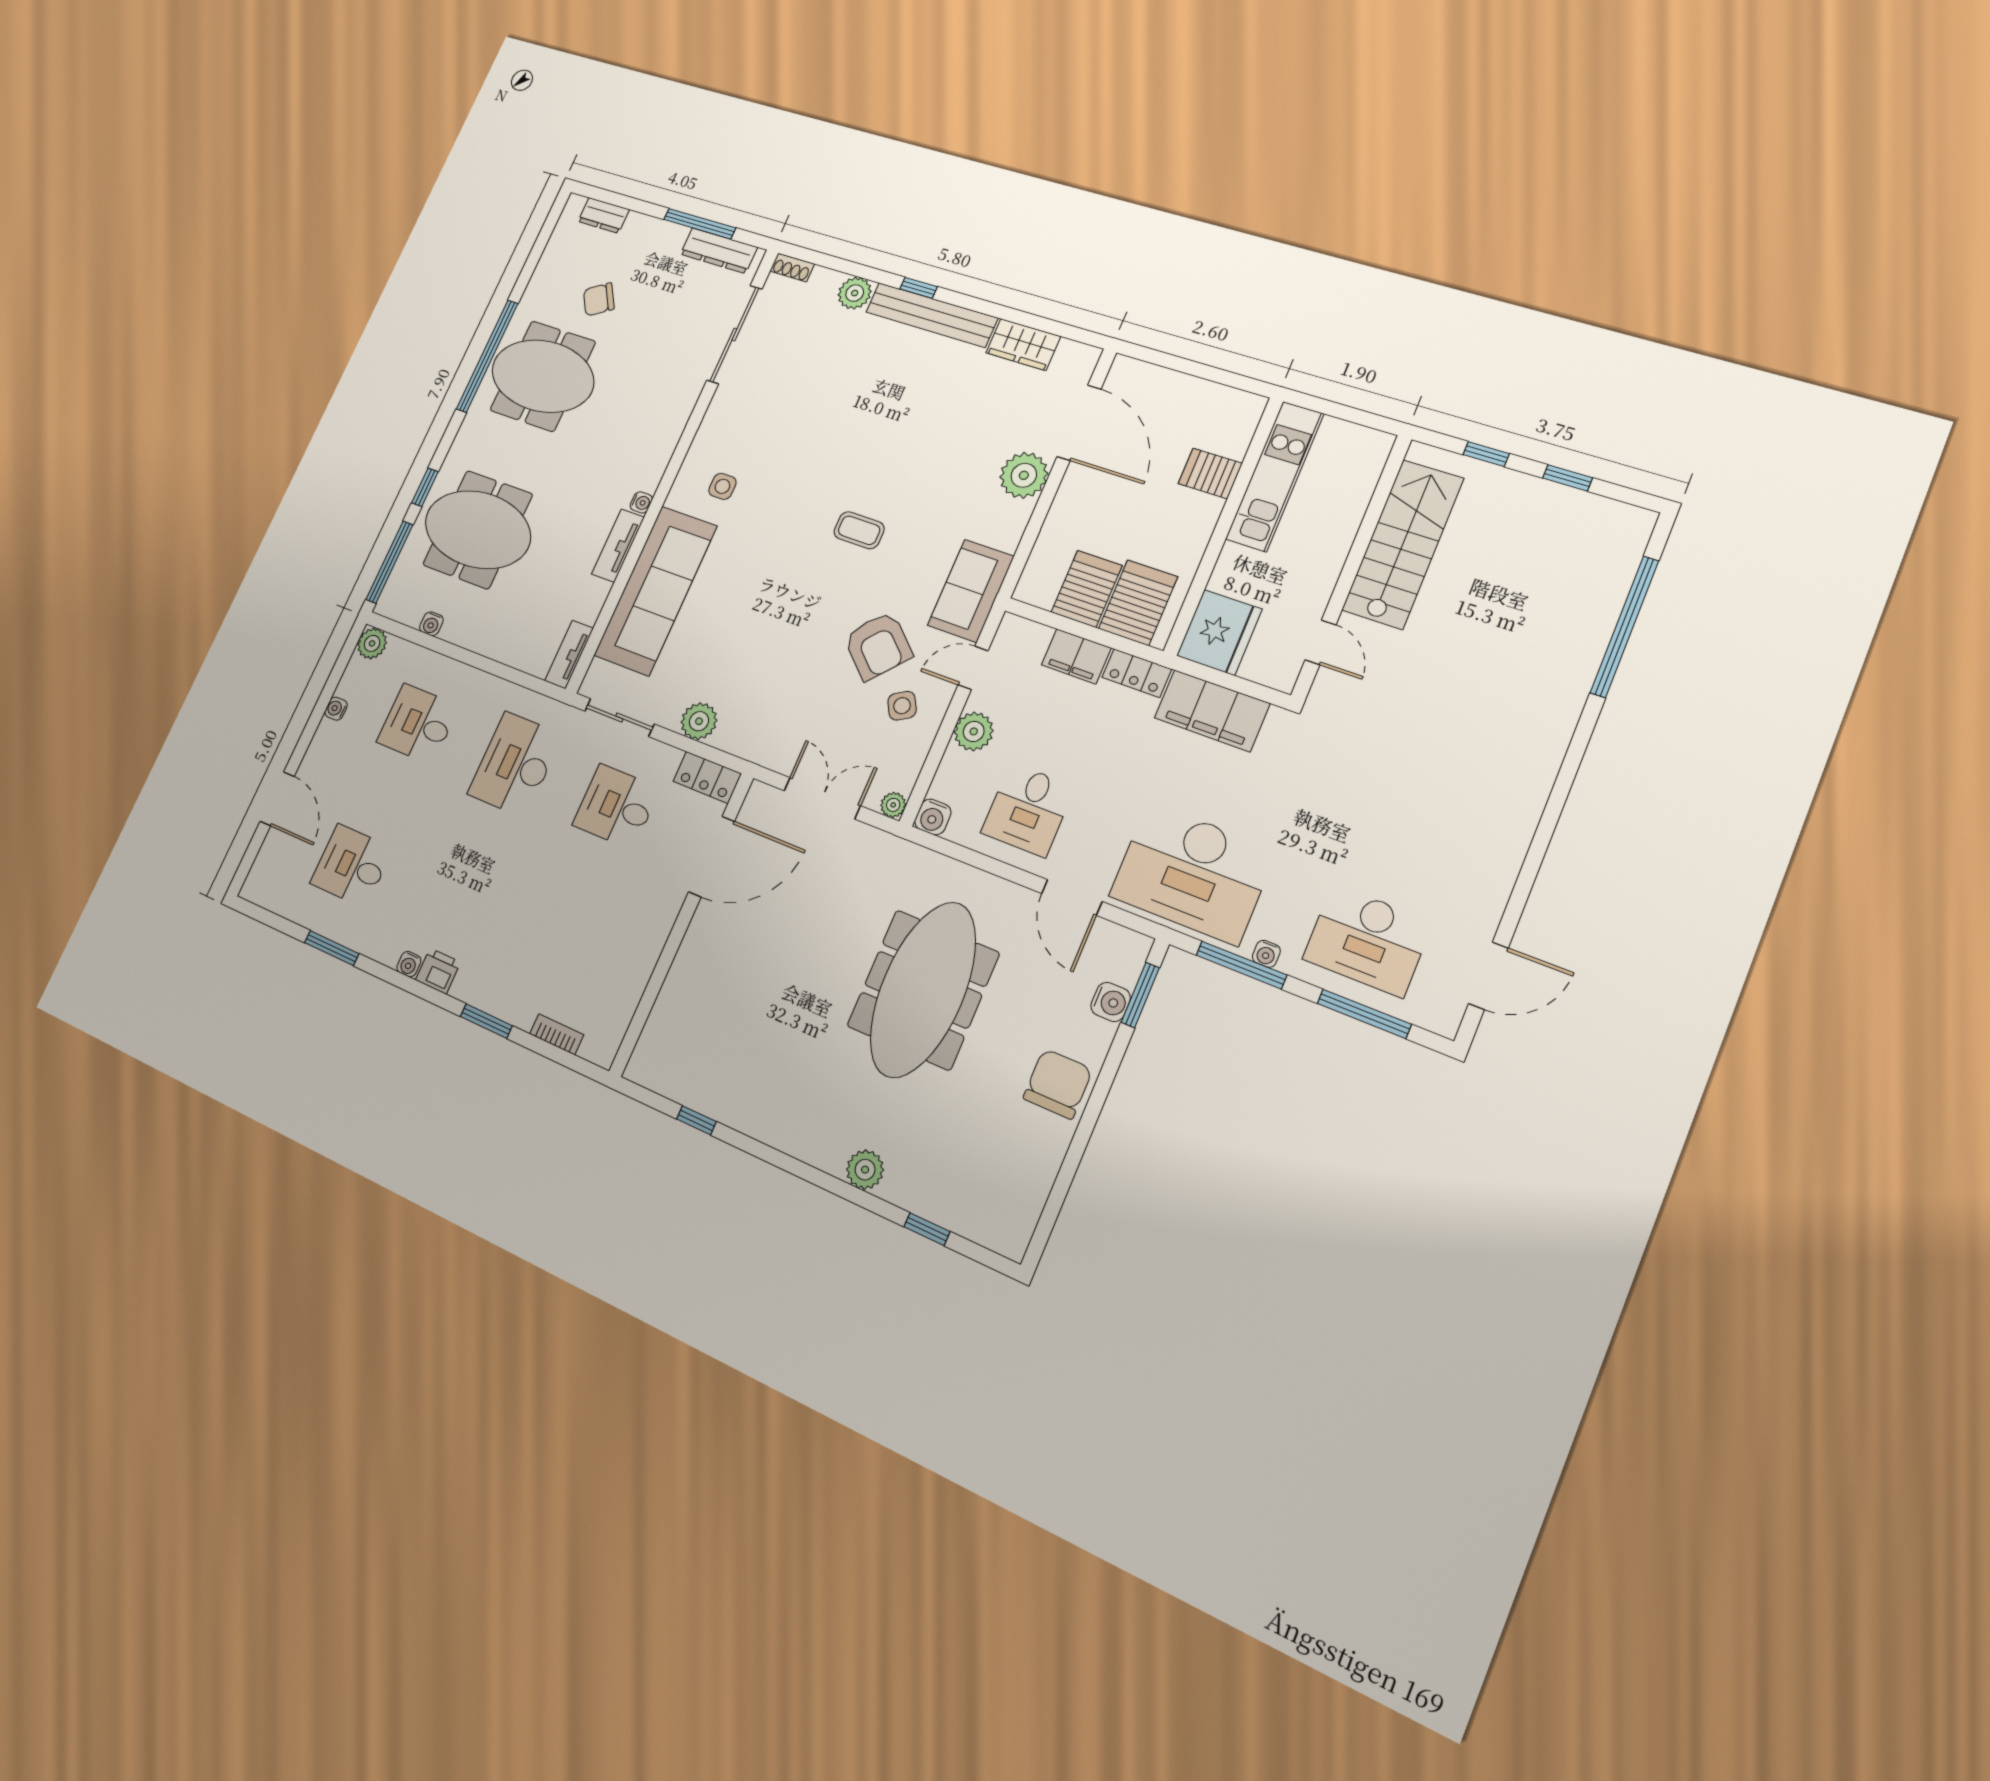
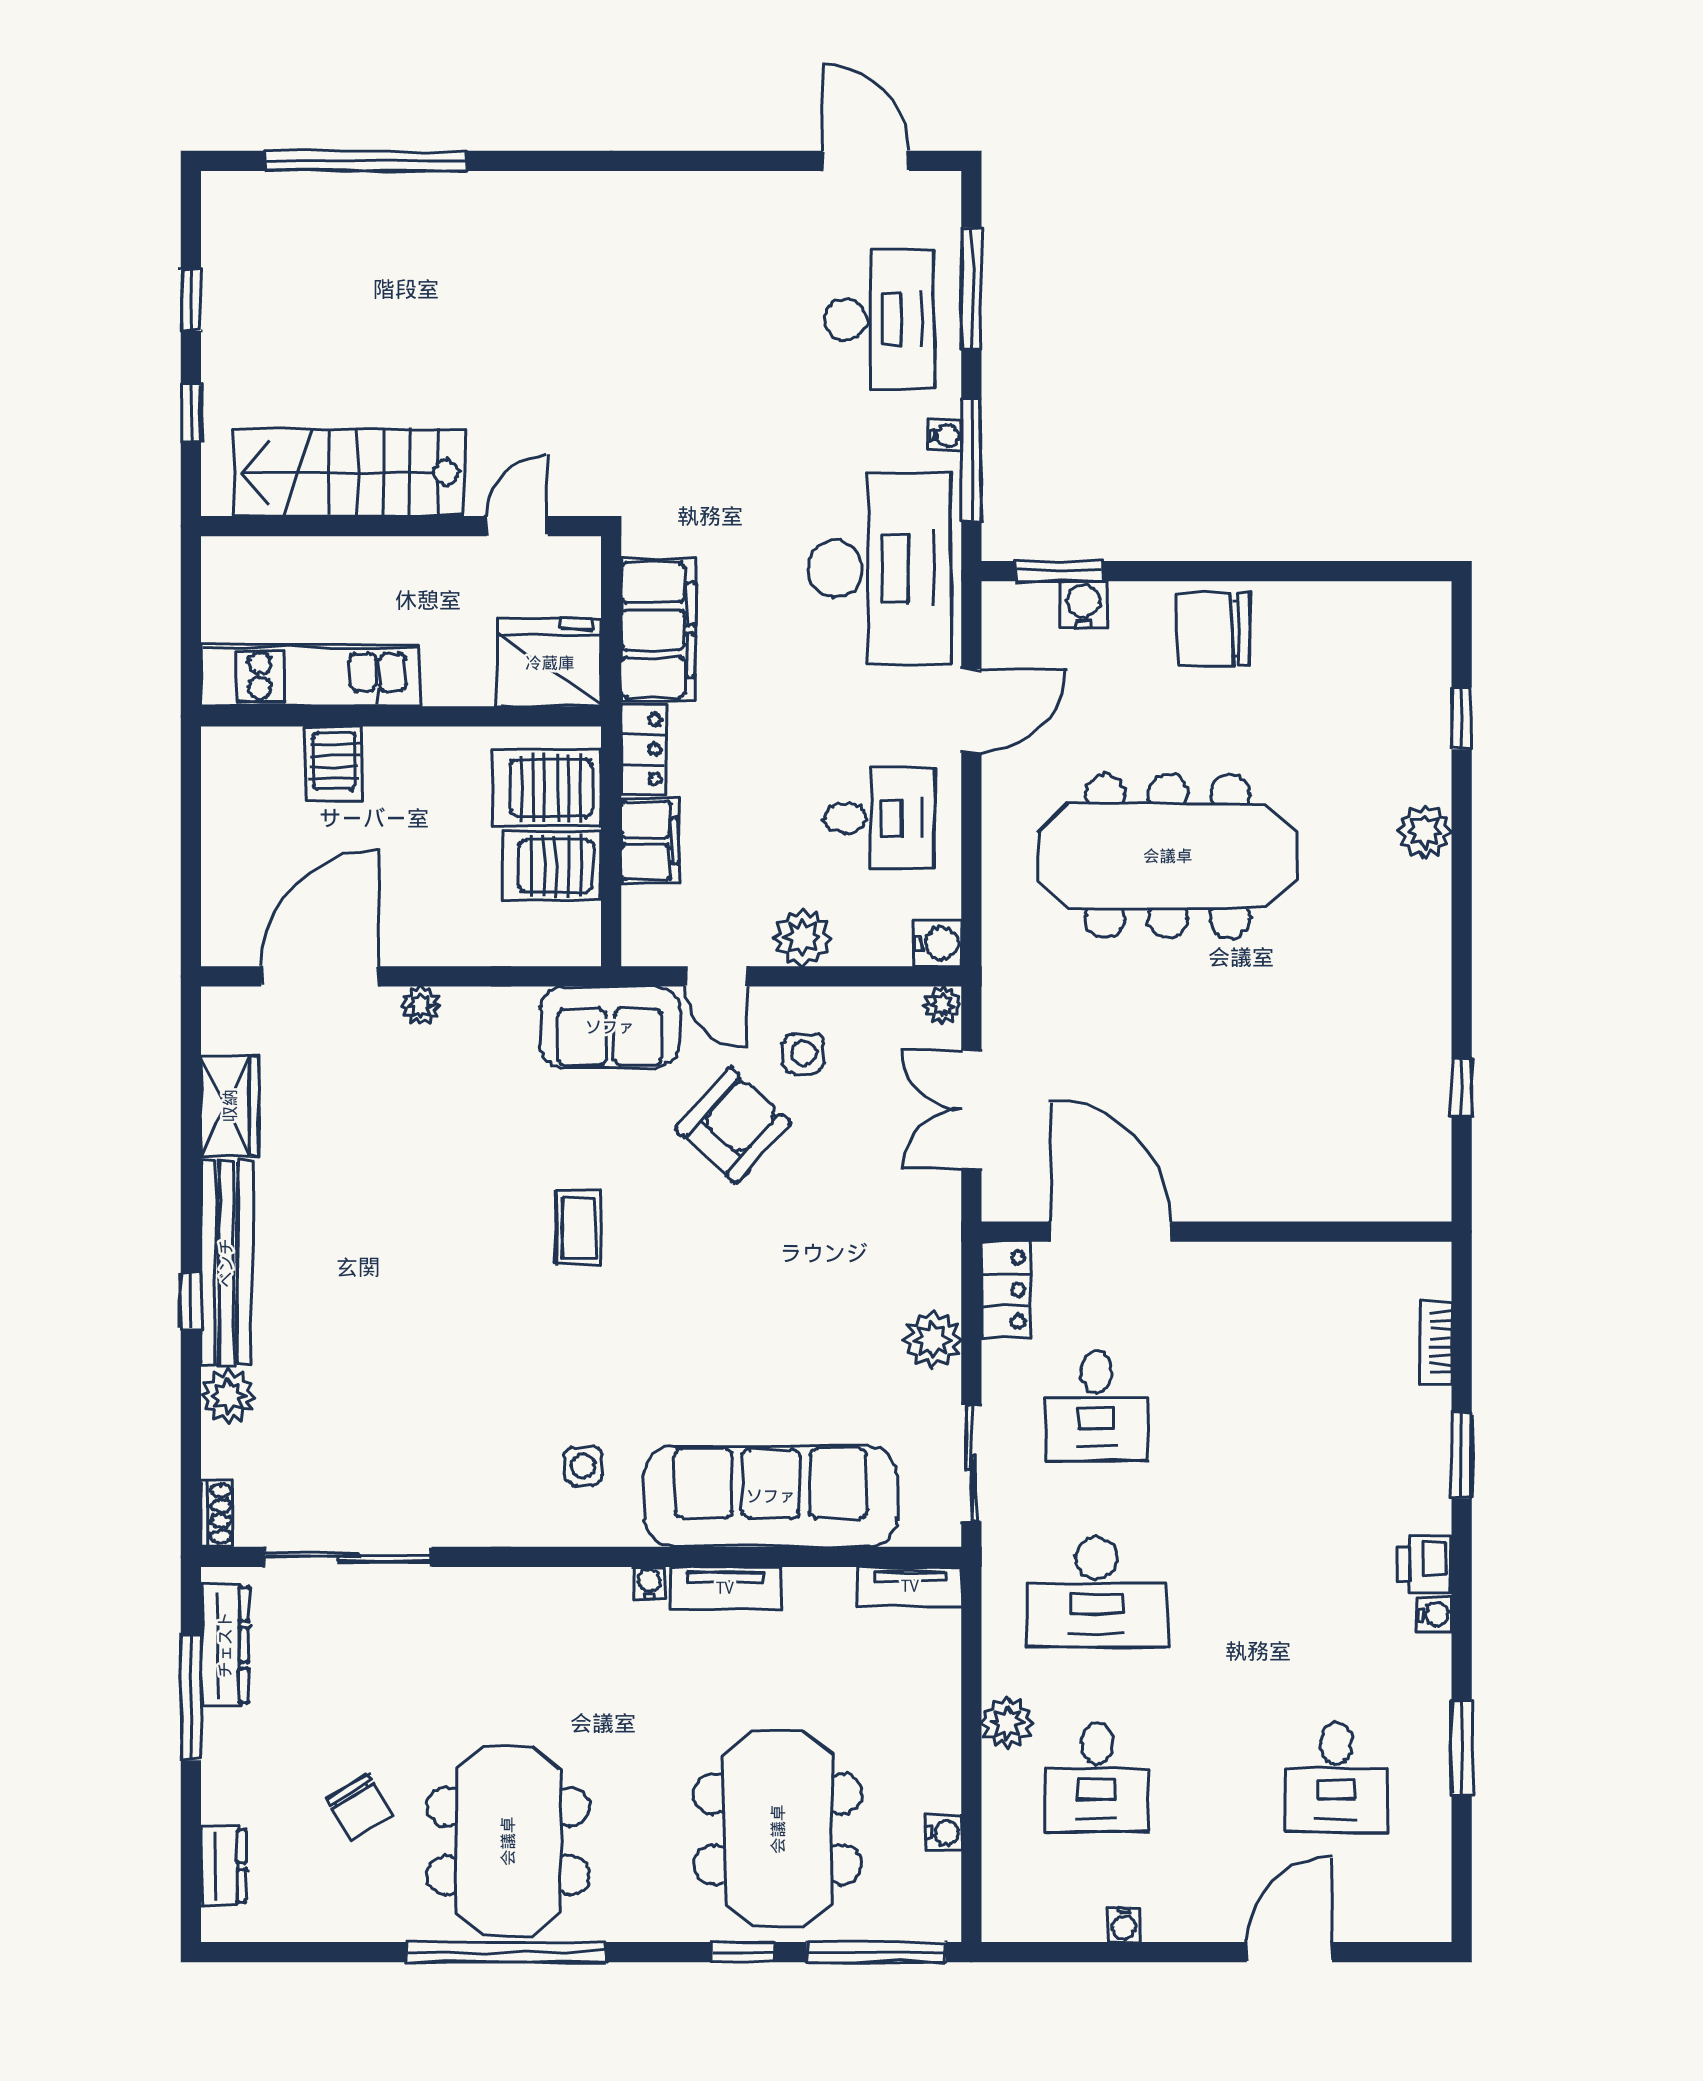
plant: (1024, 475) -> (421, 1006), width x0.53, depth x0.53
plant: (372, 643) -> (1007, 1723), moved
side table: (902, 706) -> (804, 1053), turned 30

